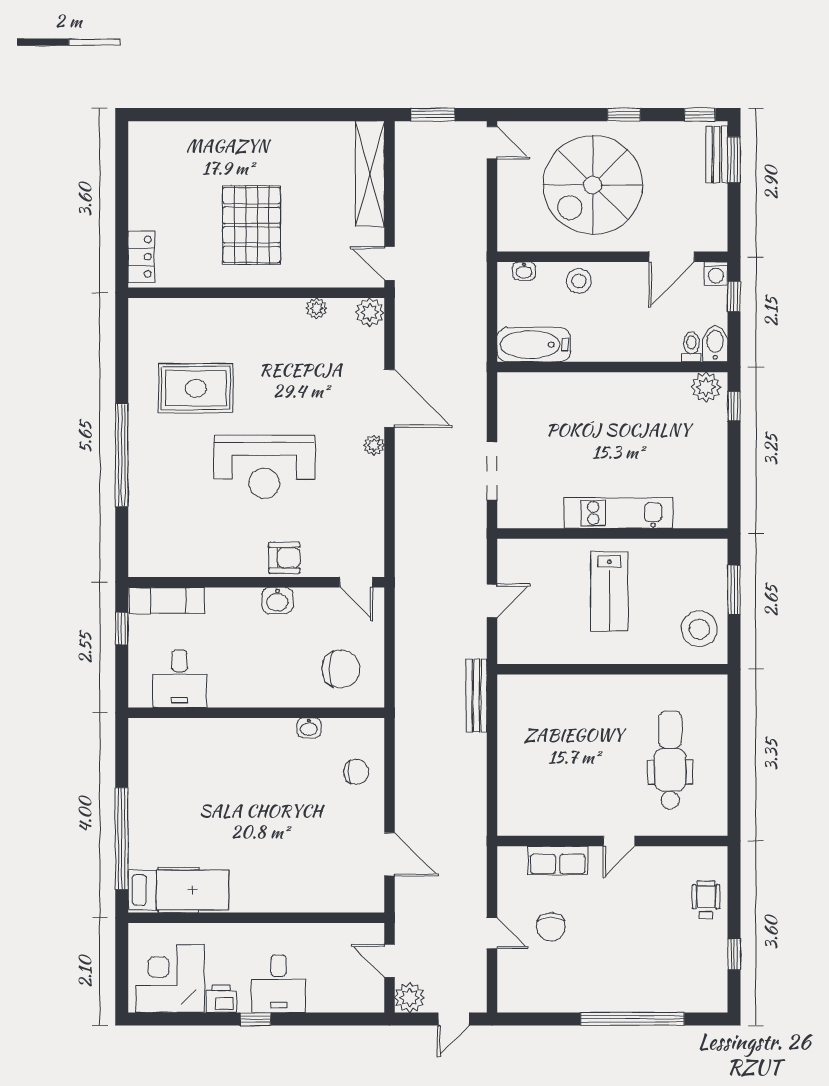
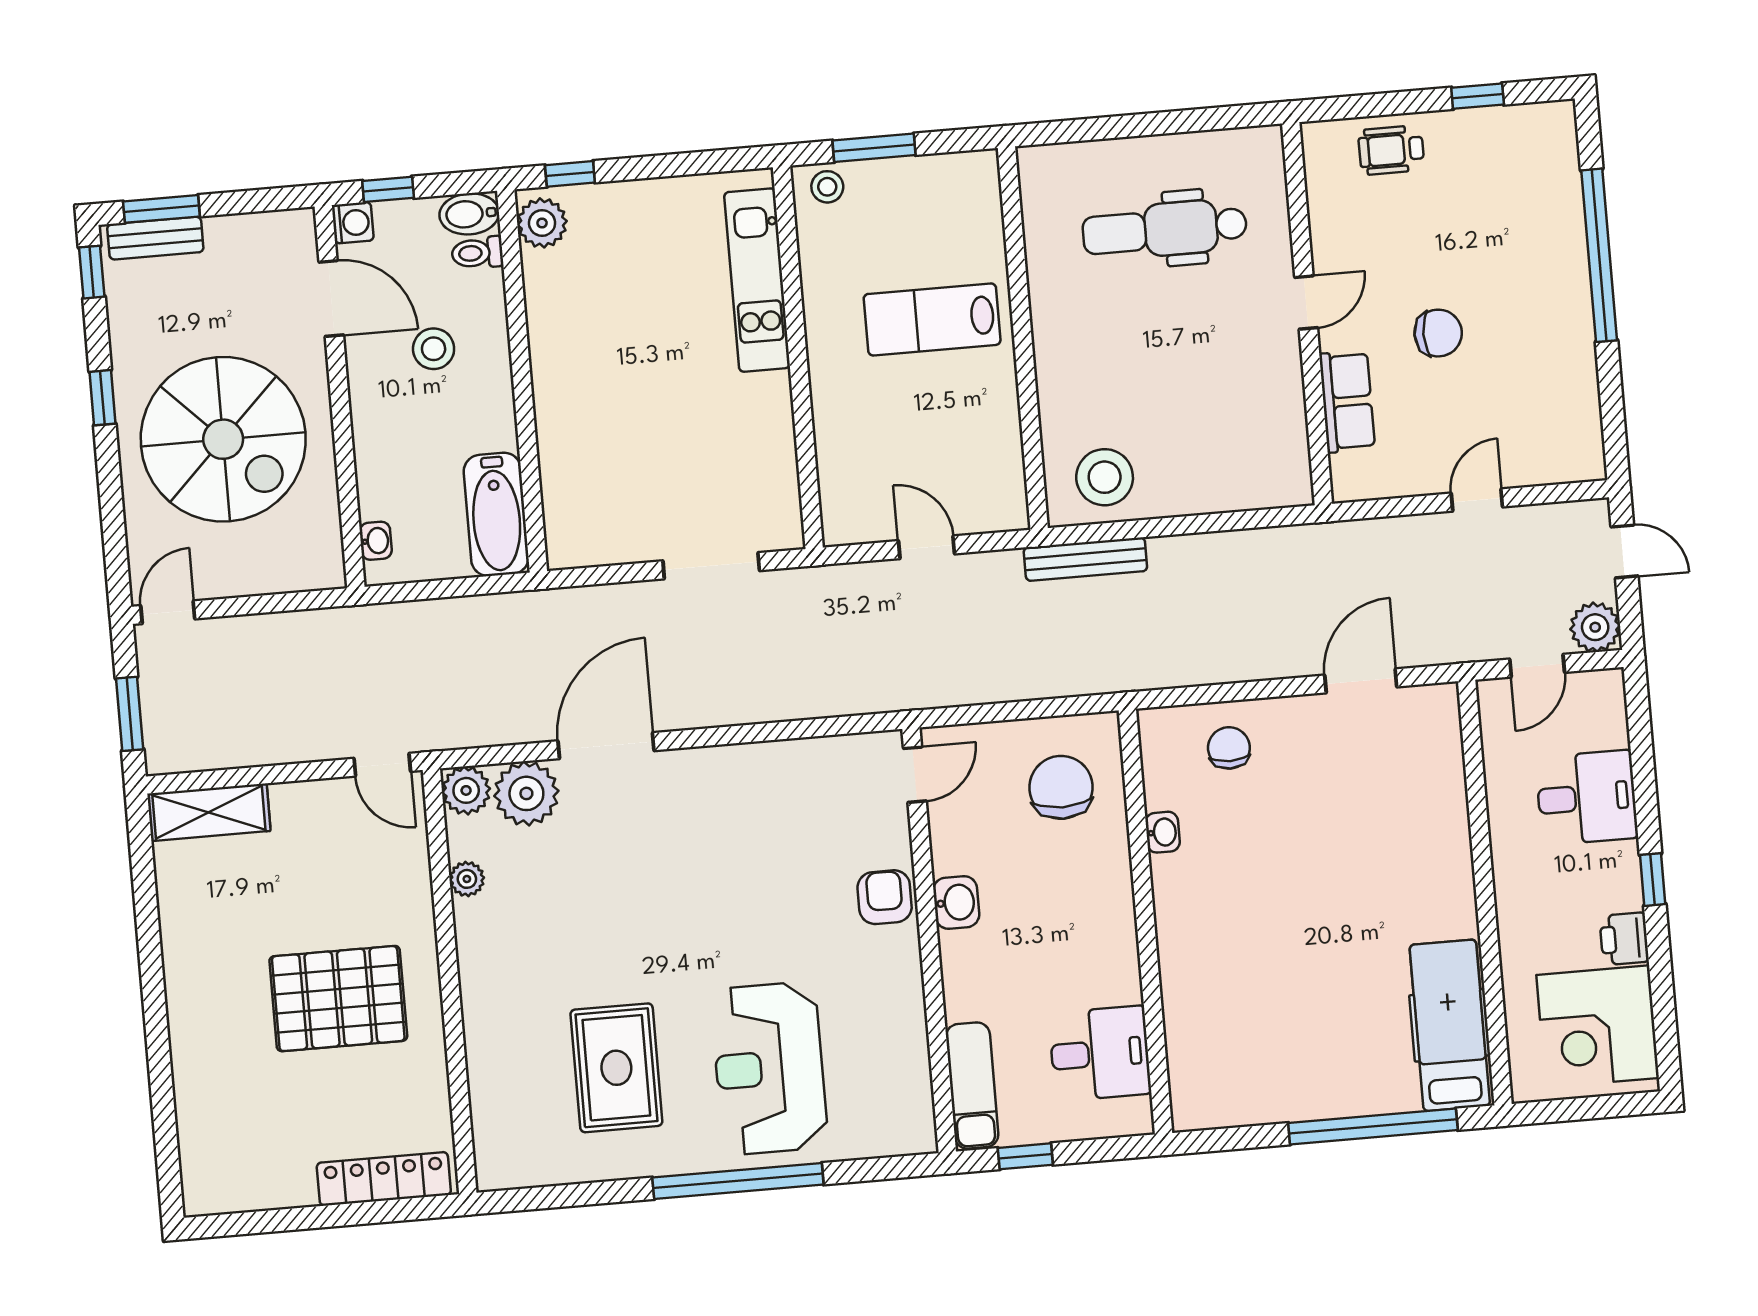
shelving: (370, 174) -> (209, 812), width x0.68
locker: (141, 257) -> (384, 1179), width x1.53
door: (389, 263) -> (382, 765), hinge flipped
stool: (579, 281) -> (434, 349), moved
plant: (374, 445) -> (526, 793), moved, width x1.88, depth x1.88
reception desk: (264, 467) -> (769, 1068), moved, turned 180
kitchen unit: (618, 513) -> (757, 280), moved
lab bench: (609, 591) -> (932, 319), moved, turned 180
stool: (699, 629) -> (827, 187), moved, width x0.53, depth x0.53
stool: (525, 711) -> (1105, 477), added
door: (619, 841) -> (1306, 303), hinge flipped
chair: (551, 927) -> (1438, 333), moved
desk: (278, 984) -> (1587, 798), moved

